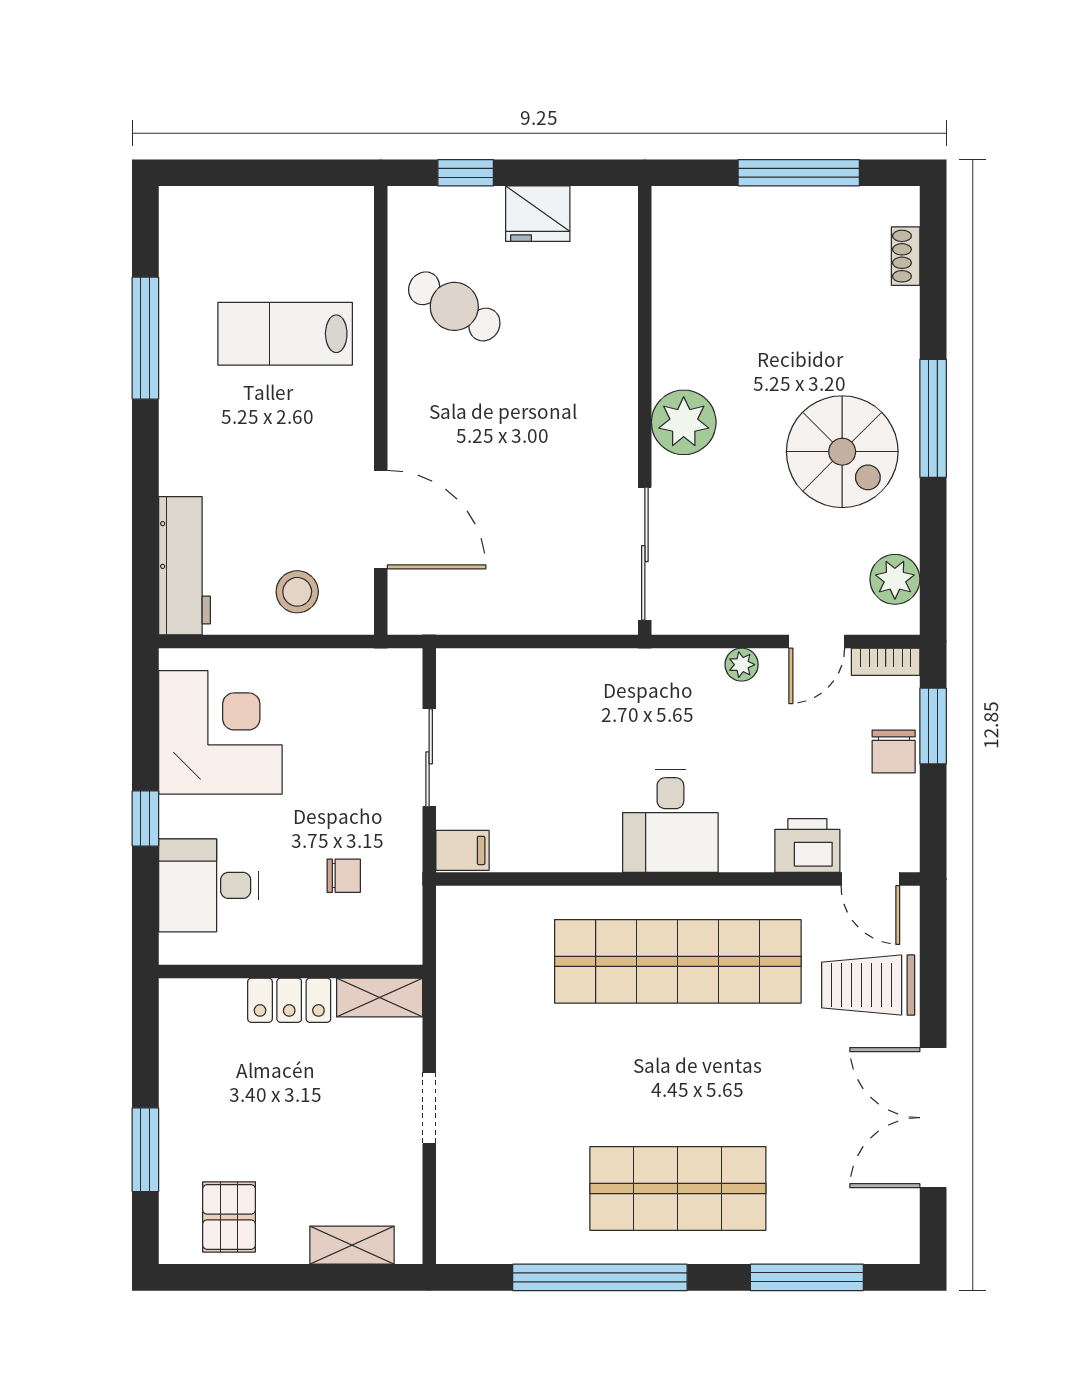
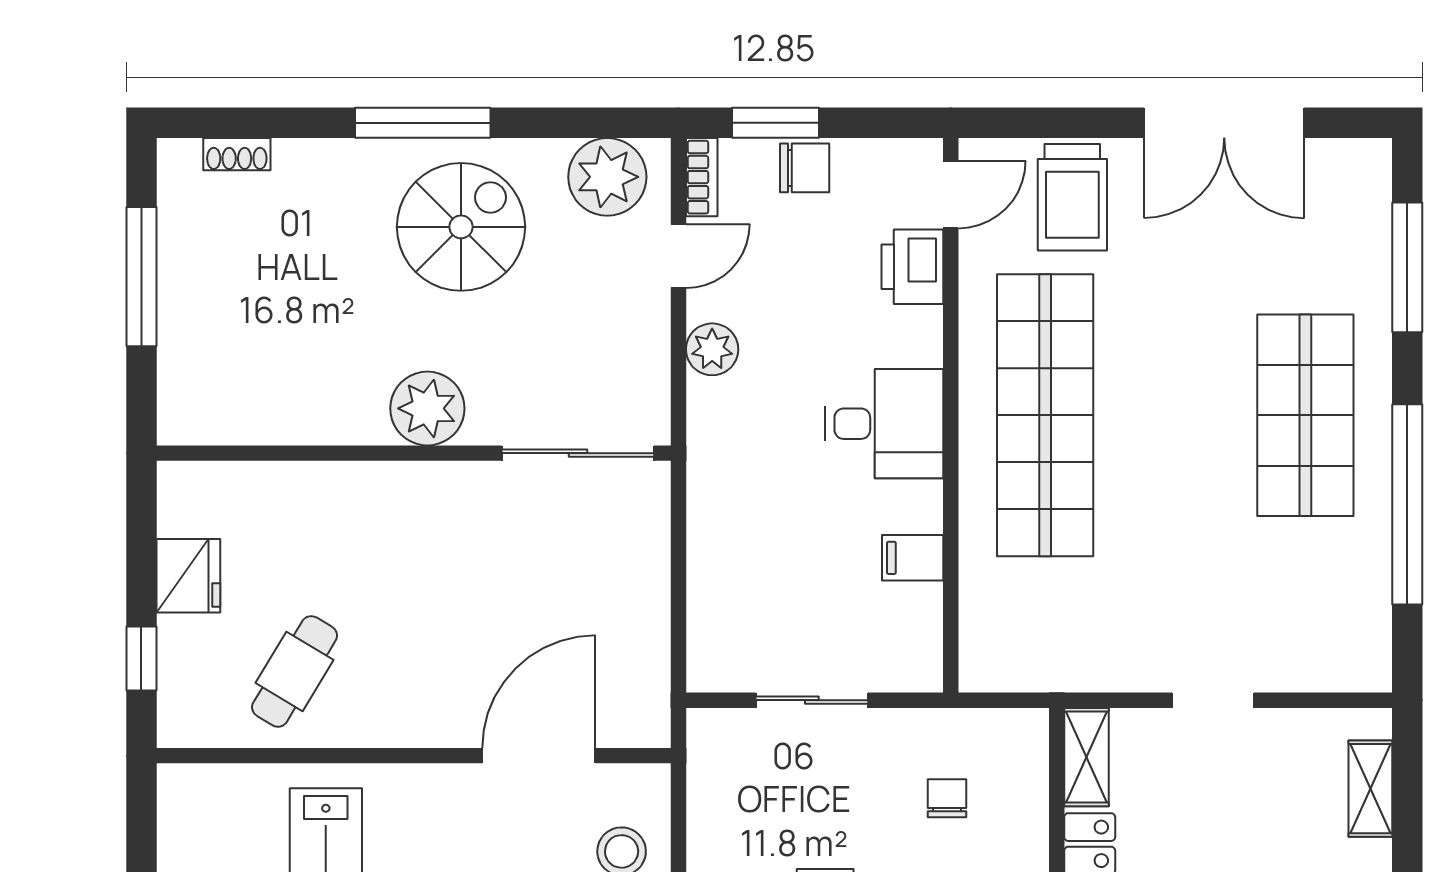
plant: (895, 579) -> (607, 177), width x1.36, depth x1.36
door: (817, 641) -> (678, 256), hinge flipped
plant: (742, 665) -> (712, 349), width x1.38, depth x1.38
filing cabinet: (462, 850) -> (913, 558), moved, turned -90

